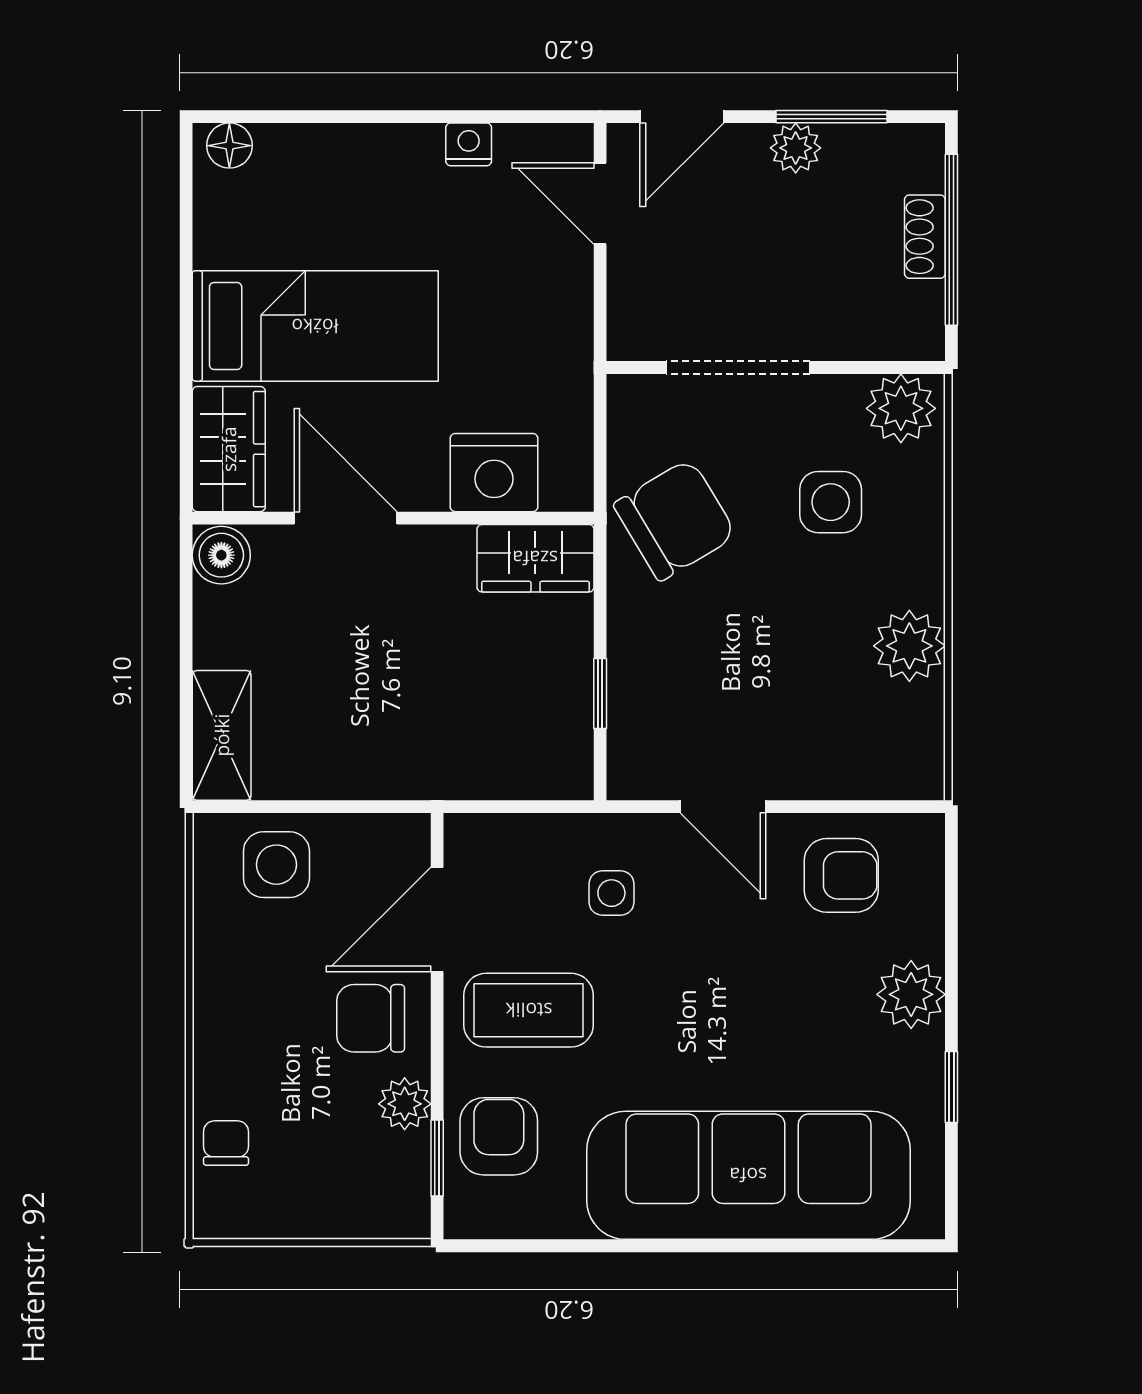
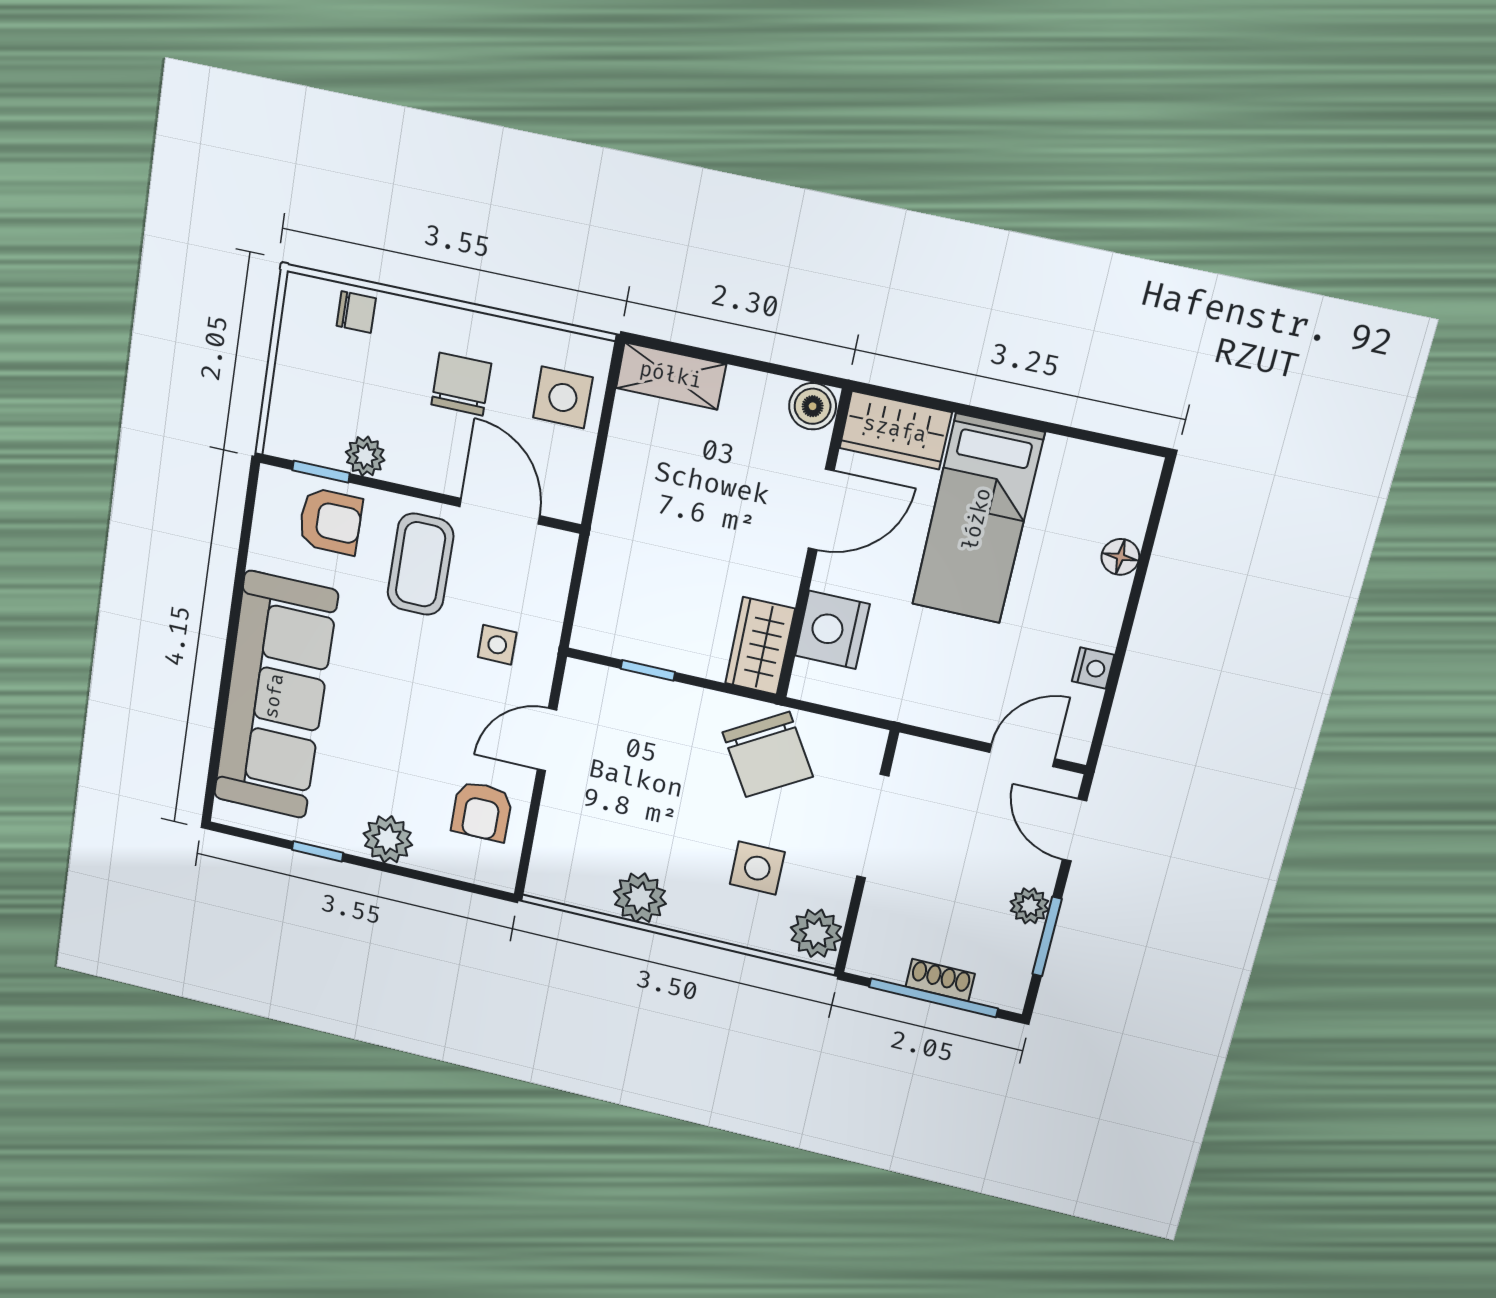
floor lamp: (229, 146) -> (1120, 557), moved
chair: (371, 1018) -> (461, 384), moved

